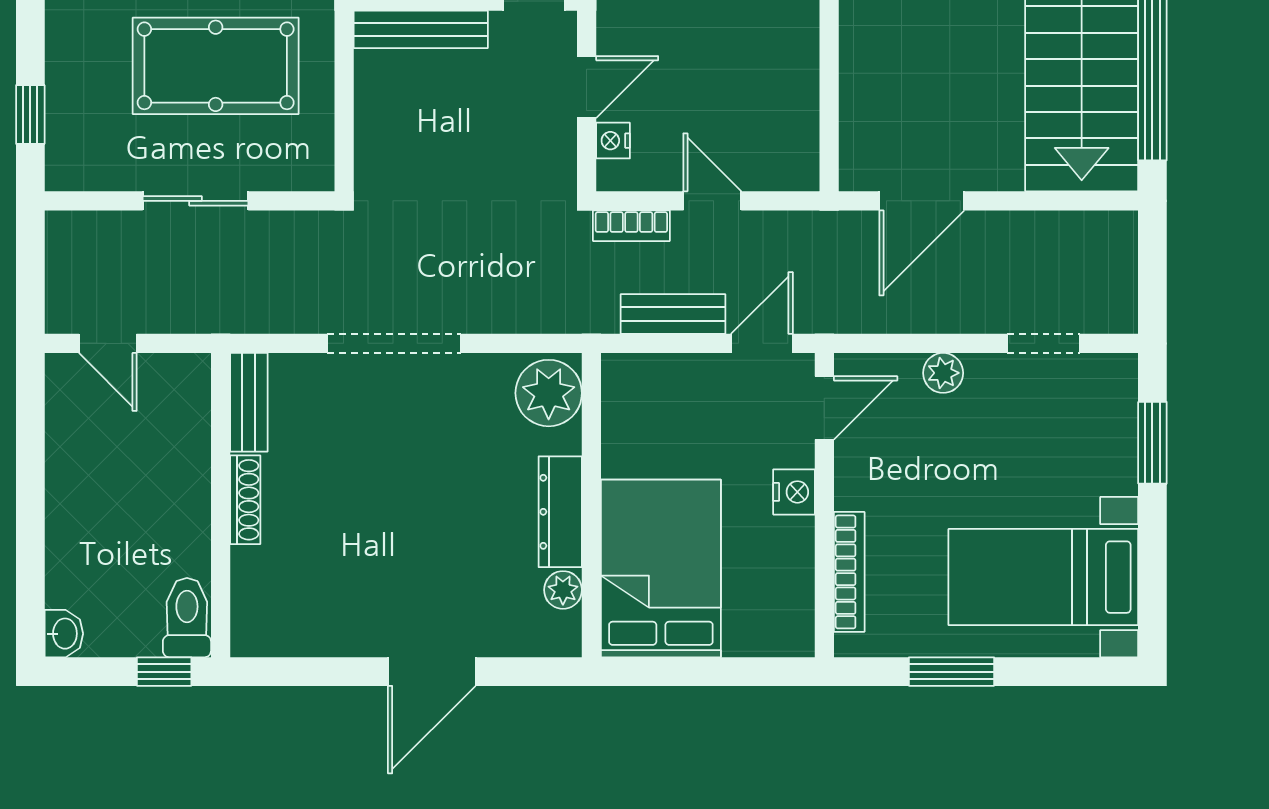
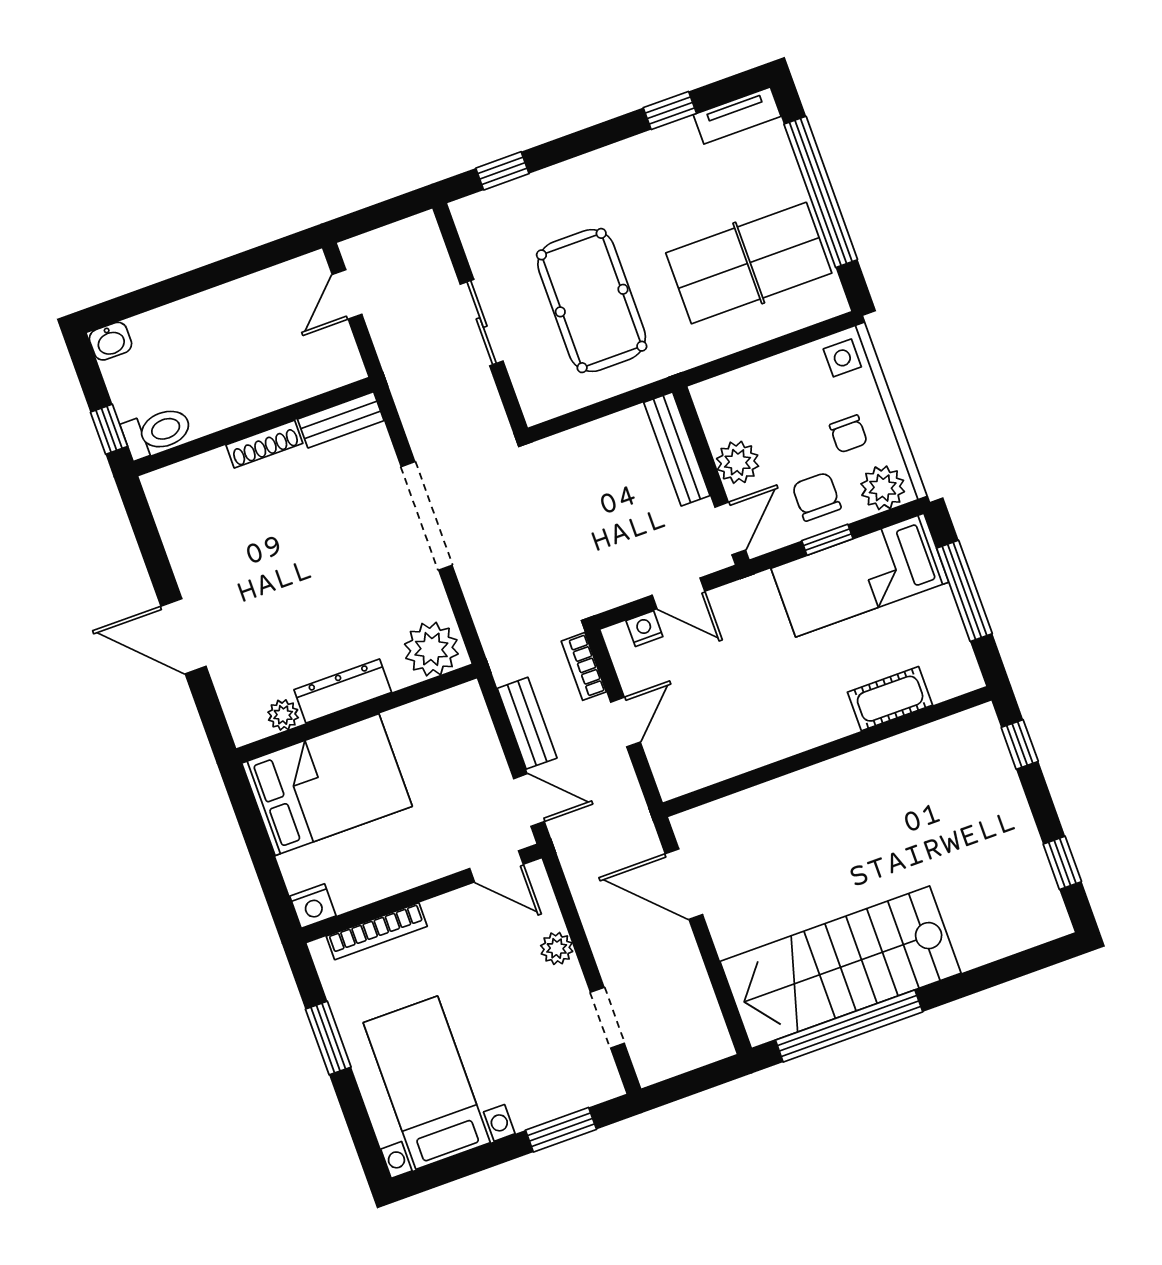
nightstand: (794, 492) -> (313, 906), moved

